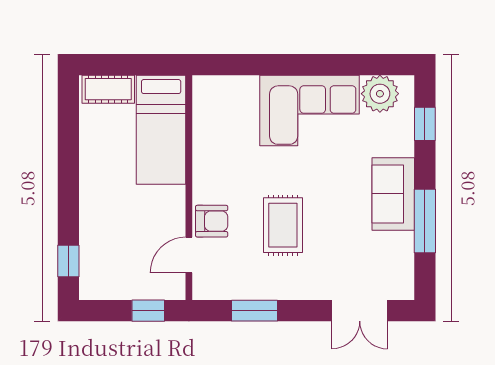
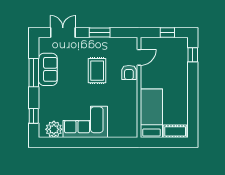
sofa: (393, 194) -> (48, 69), moved
armchair: (212, 221) -> (129, 72), turned -90
window: (148, 311) -> (167, 33), moved
window: (254, 311) -> (100, 33), moved

